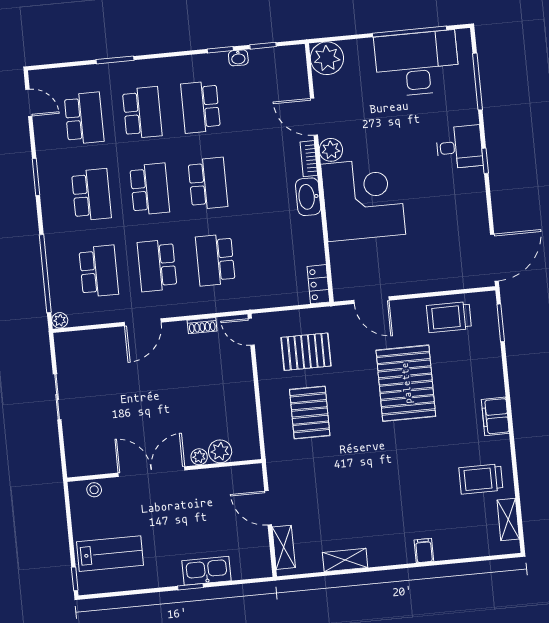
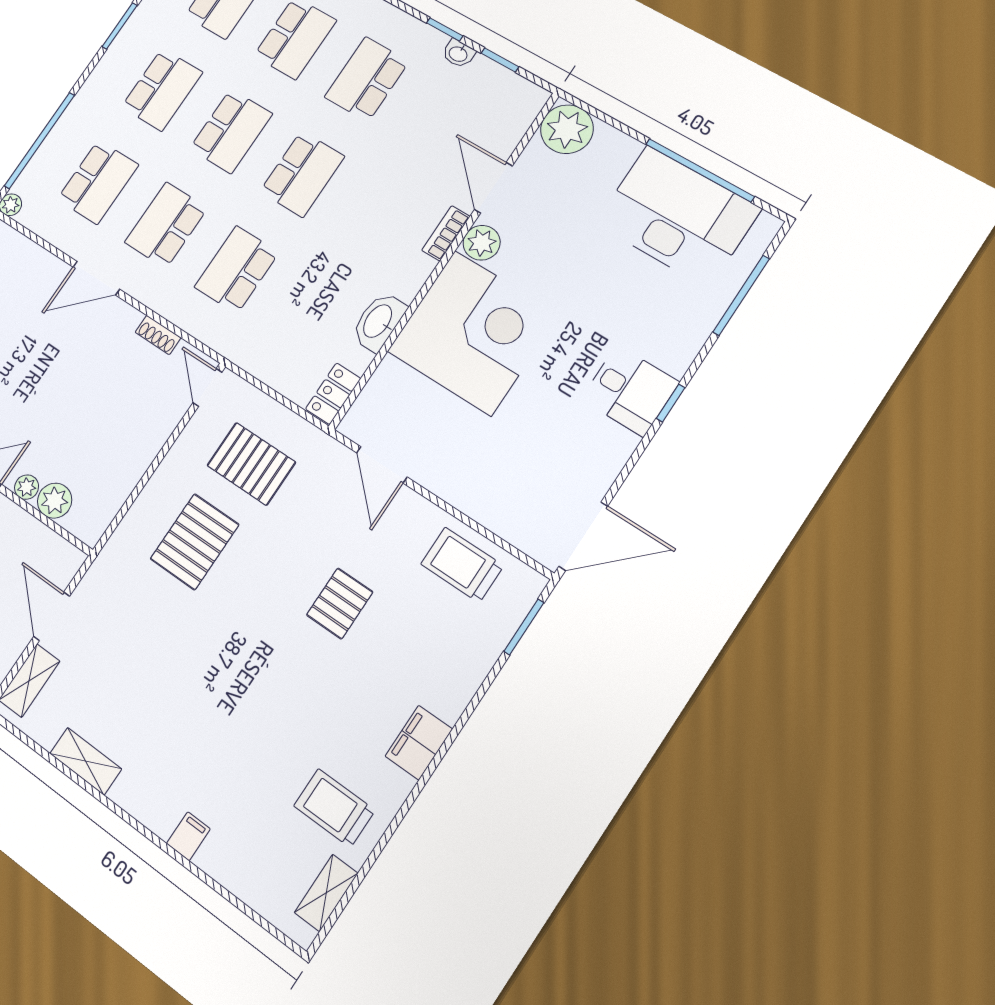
desk: (459, 147) -> (630, 391), moved
washbasin: (308, 197) -> (378, 322), moved
pallet: (406, 383) -> (340, 603), width x0.49, depth x0.50

